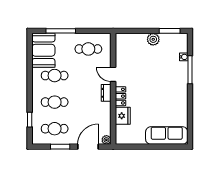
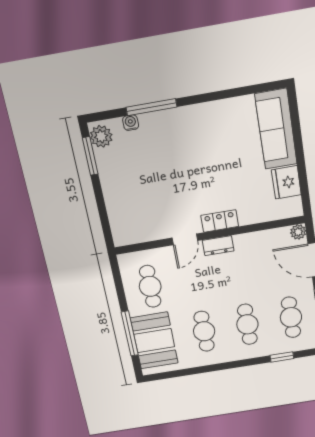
plant: (153, 39) -> (101, 136), moved
booth: (43, 50) -> (154, 341), moved, turned 90
fridge: (123, 116) -> (286, 182), moved, turned -90

